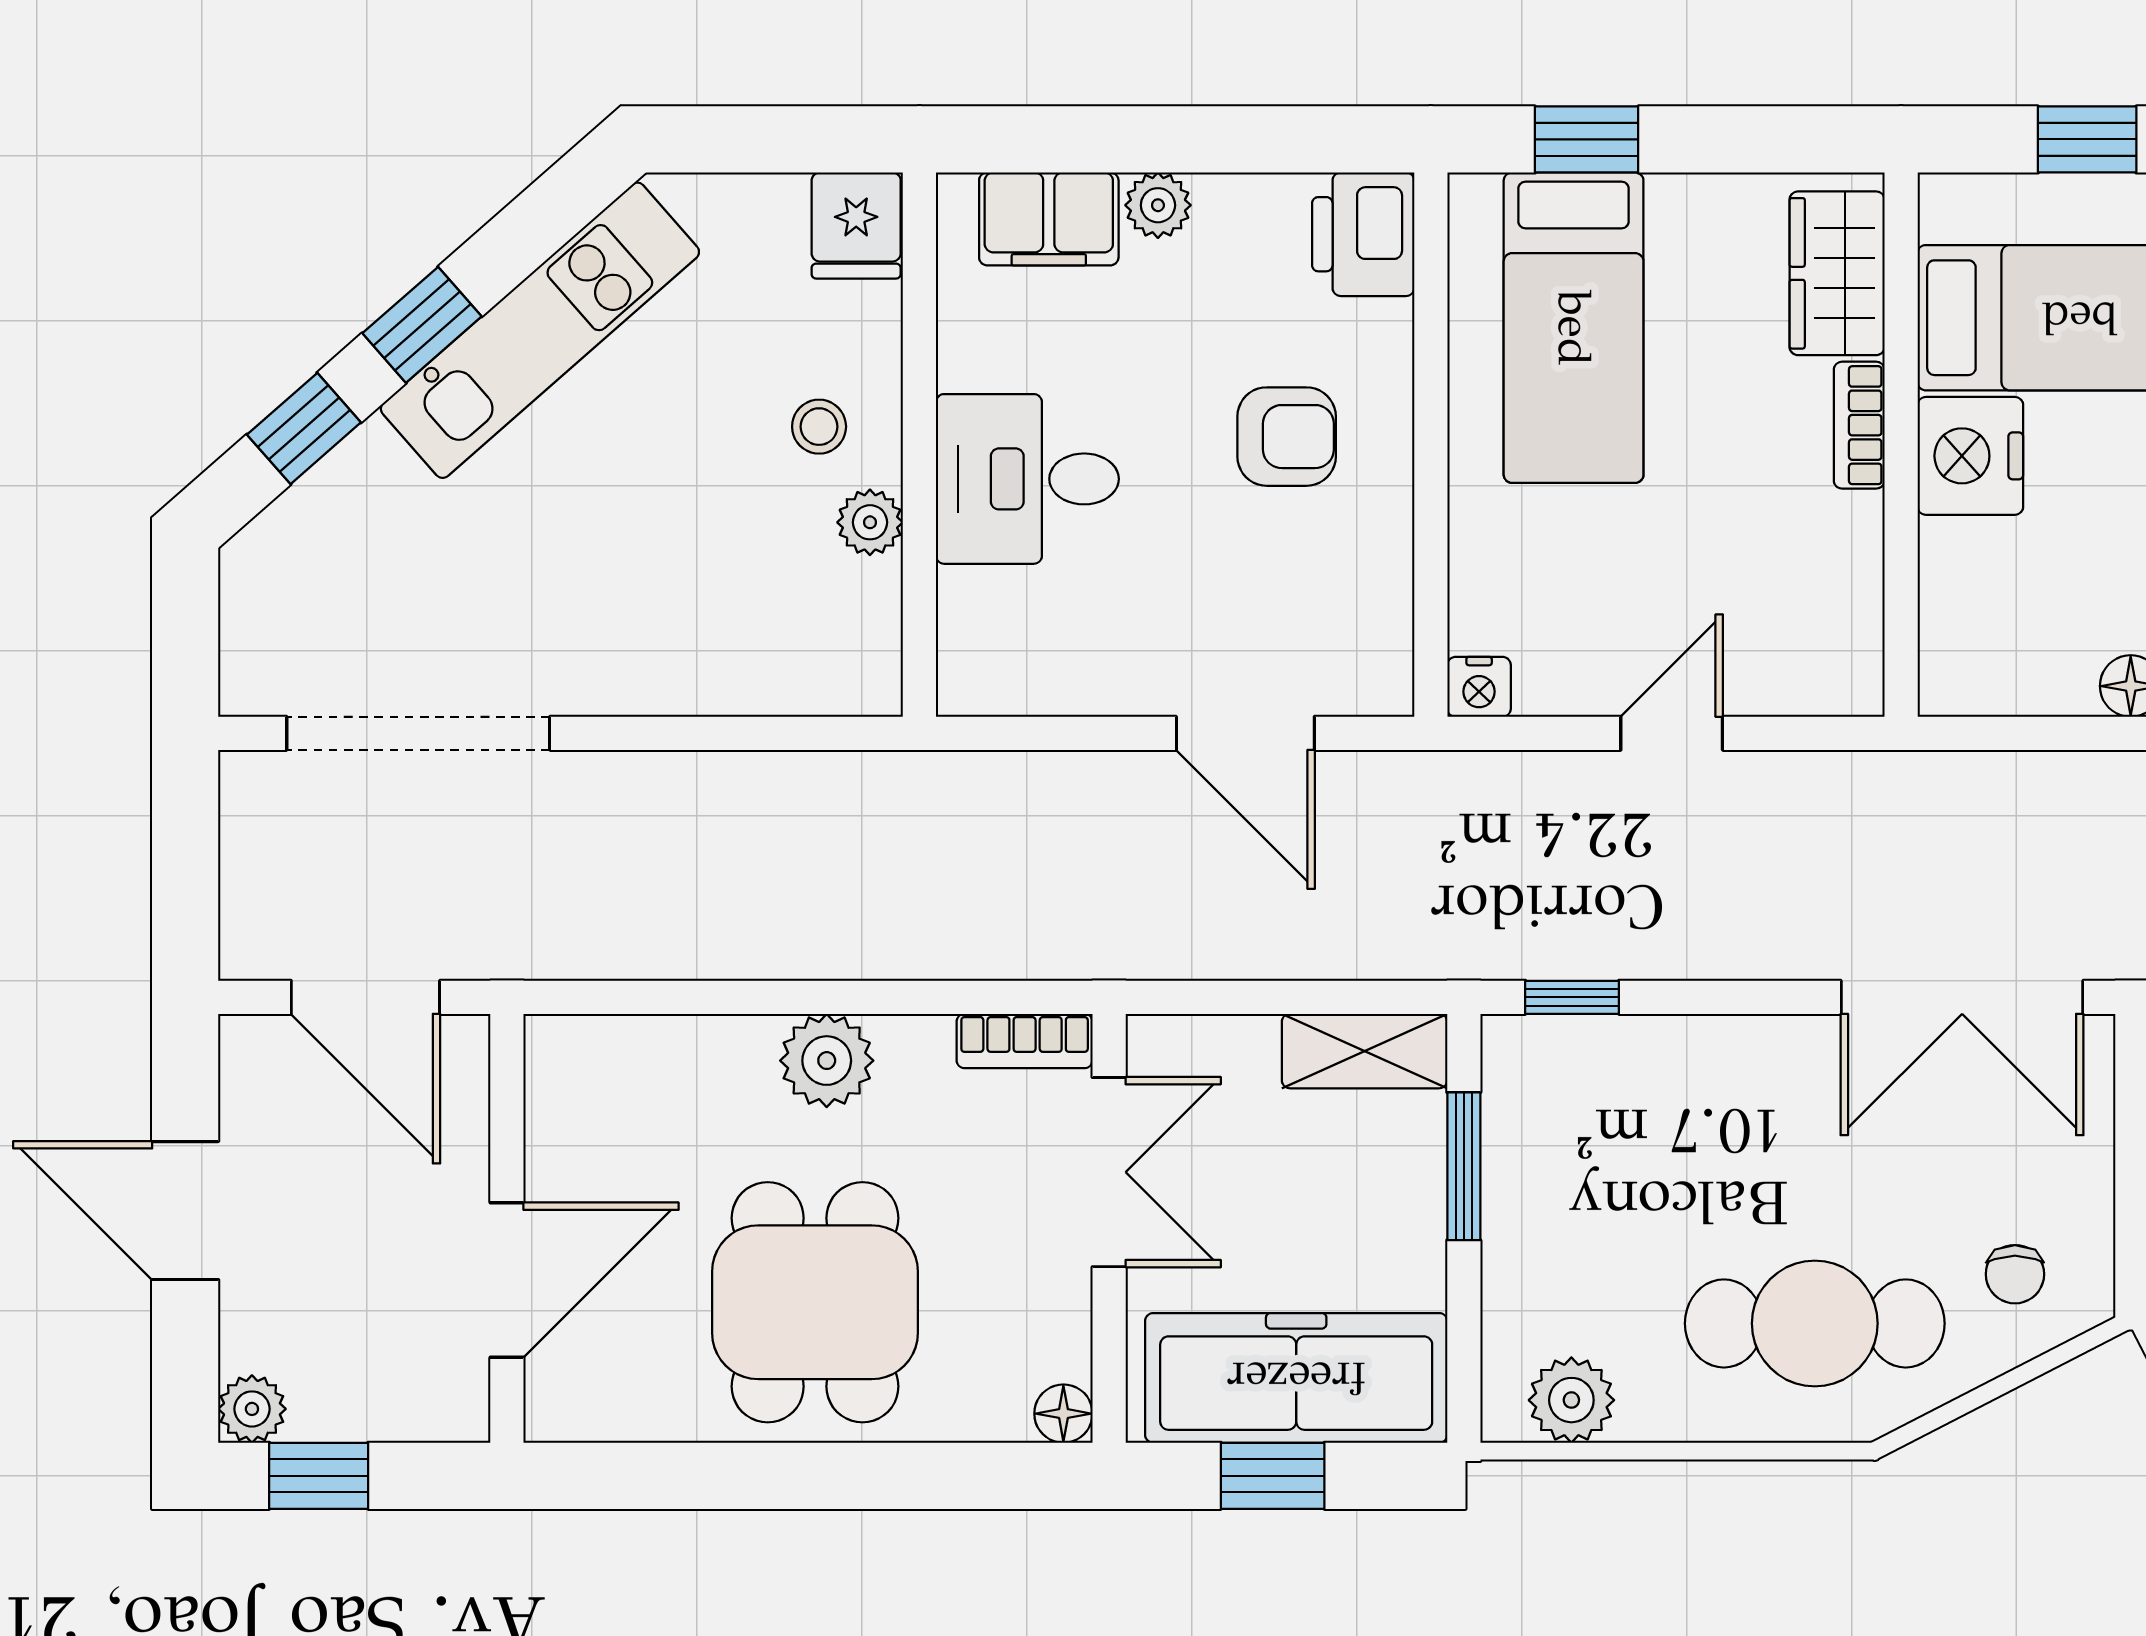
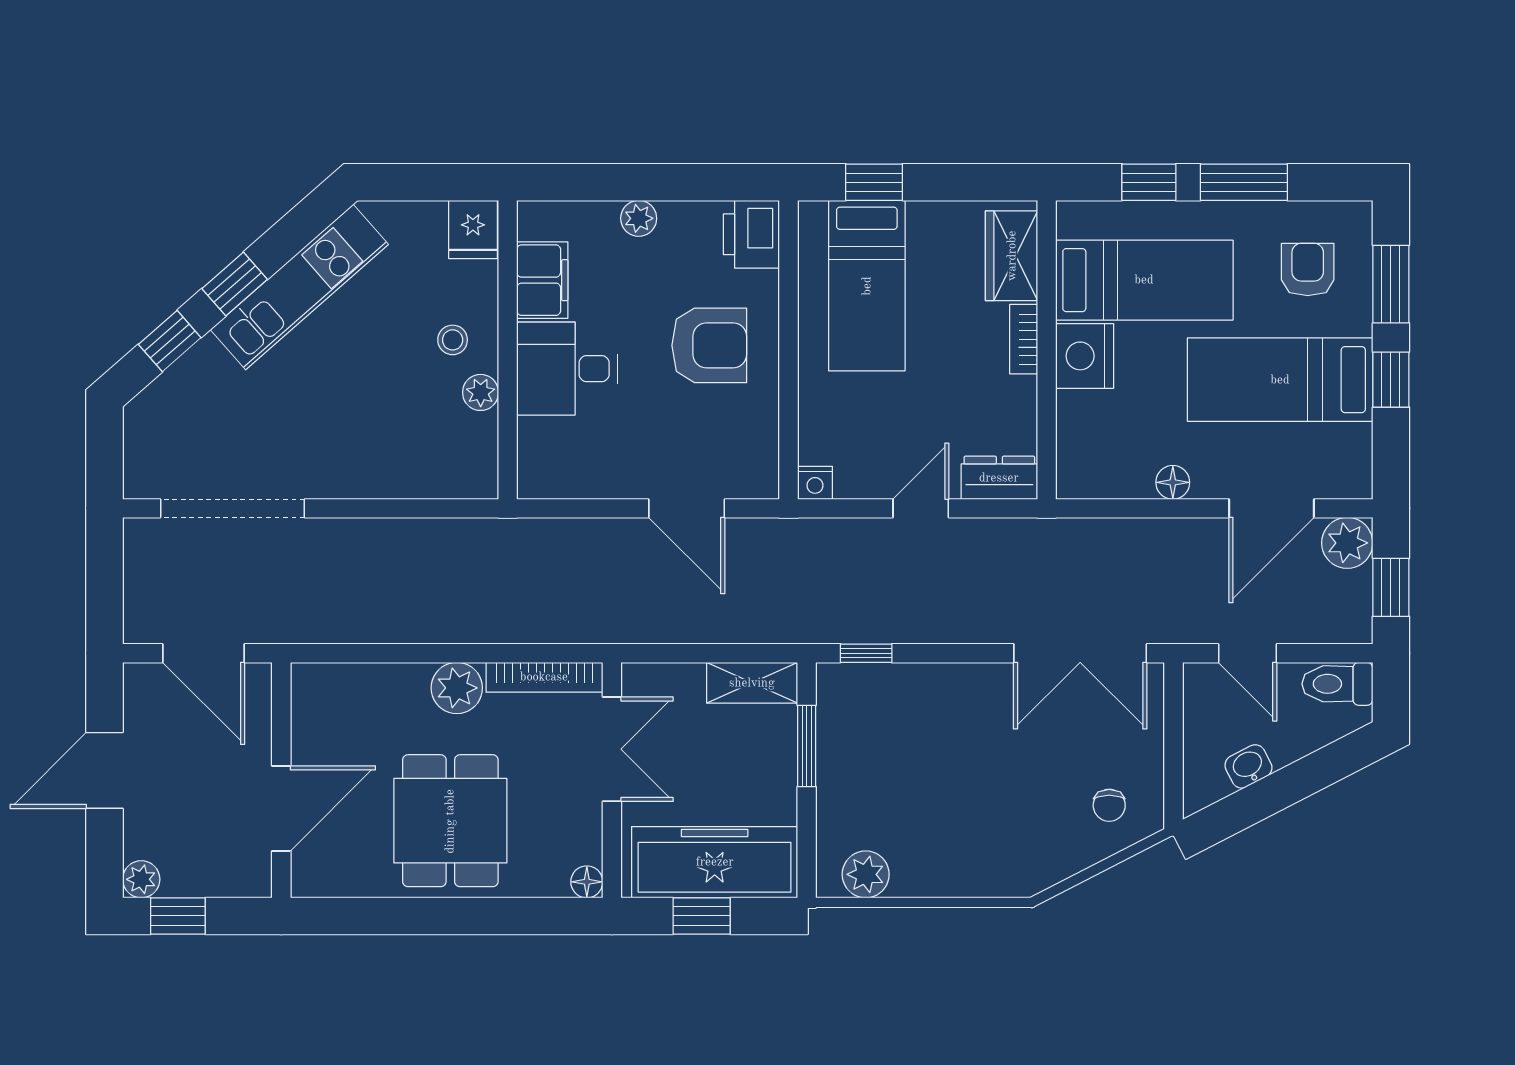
filing cabinet: (1049, 219) -> (542, 280), moved, turned -90
armchair: (1287, 437) -> (709, 345), width x1.38, depth x1.38
dresser: (1815, 678) -> (999, 478), added
bookcase: (1025, 1041) -> (544, 677), width x1.56
door: (185, 1211) -> (105, 770), hinge flipped
cafe table: (1815, 1323) -> (999, 832), removed

